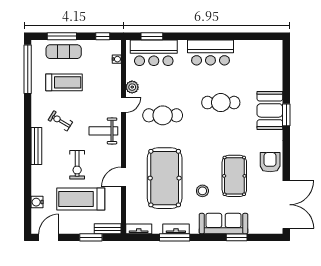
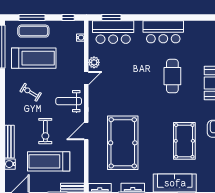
treadmill: (64, 82) -> (34, 58), width x1.37, depth x1.38
cafe table: (221, 103) -> (172, 76), turned 90
cafe table: (163, 115) -> (121, 87), removed
bench: (36, 146) -> (9, 142), moved
door: (123, 177) -> (86, 131), moved
stool: (202, 191) -> (156, 154), removed

